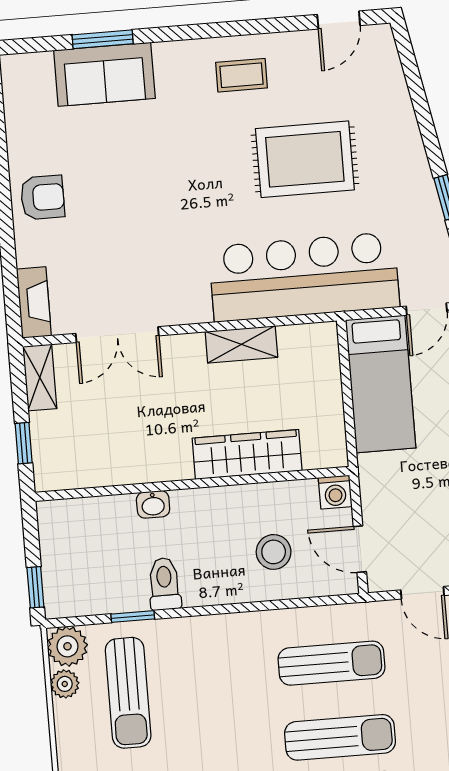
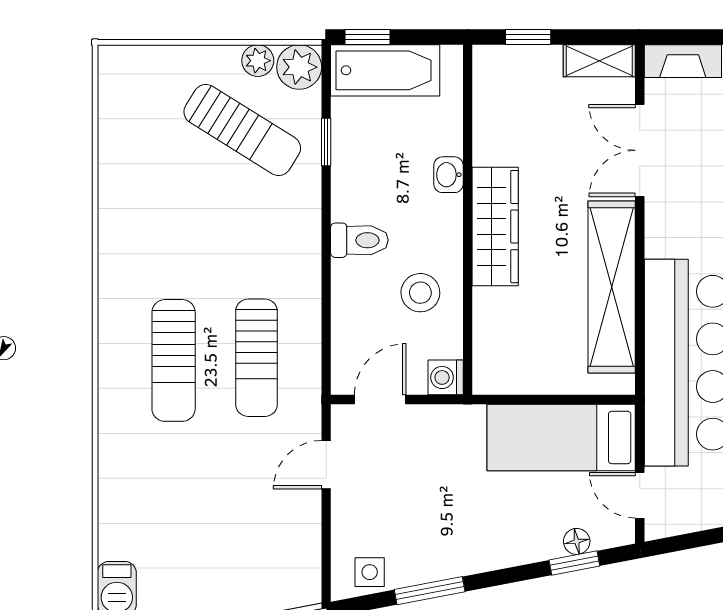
shelving: (241, 344) -> (612, 287), width x2.20, depth x1.33
wardrobe: (247, 454) -> (495, 227), moved
stool: (274, 552) -> (420, 293), moved
bathtub: (64, 569) -> (385, 70), added
toilet: (164, 584) -> (359, 240), moved
sun lounger: (128, 693) -> (242, 130), turned -148

